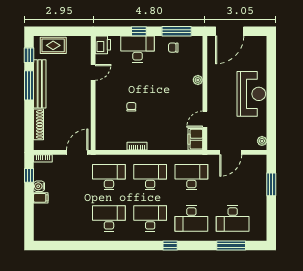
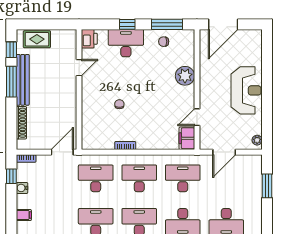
plant: (198, 80) -> (185, 76), width x1.87, depth x1.87
filing cabinet: (41, 198) -> (24, 215), moved

